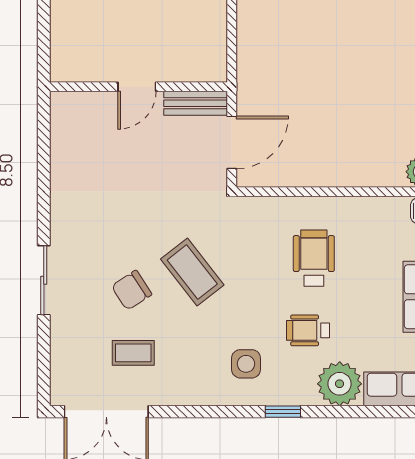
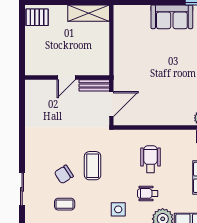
coffee table: (192, 272) -> (93, 166), turned 38
sliding door: (44, 280) -> (22, 189), moved

